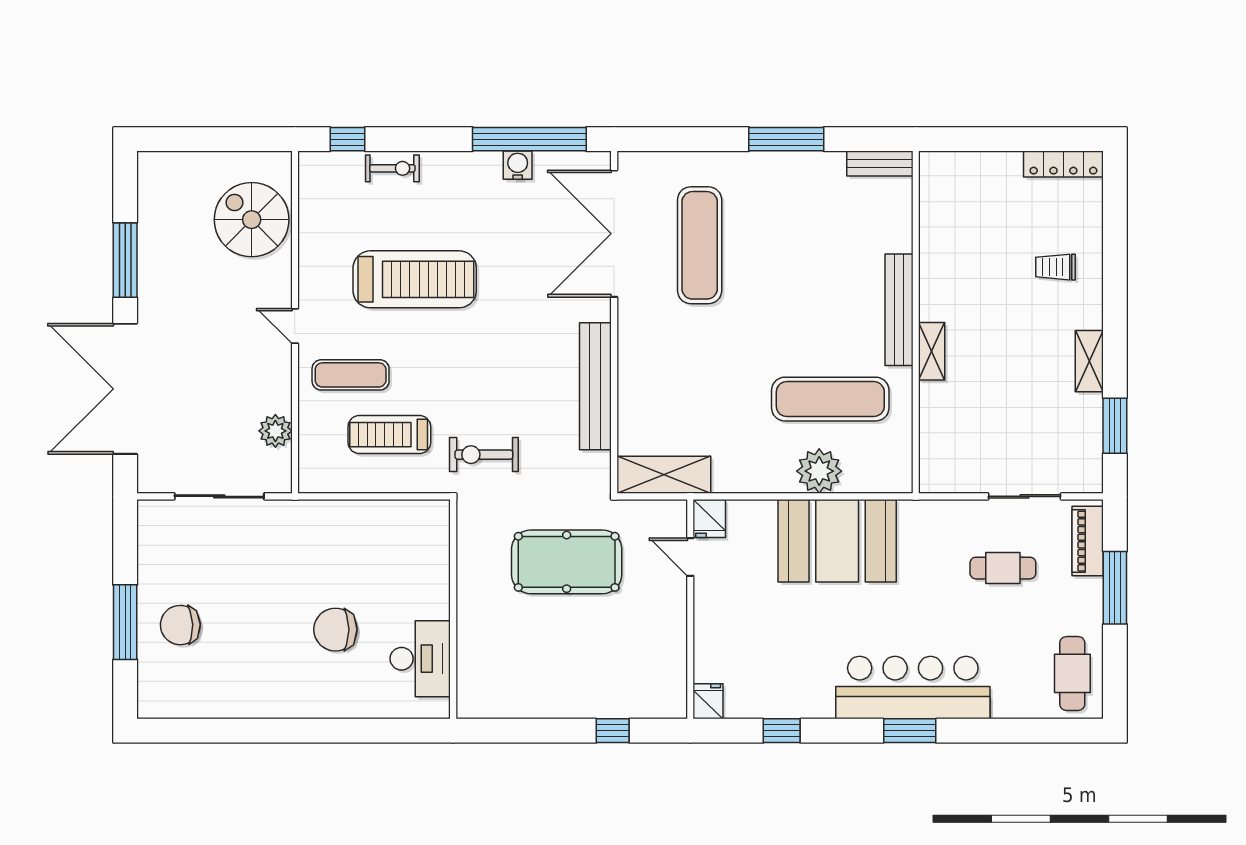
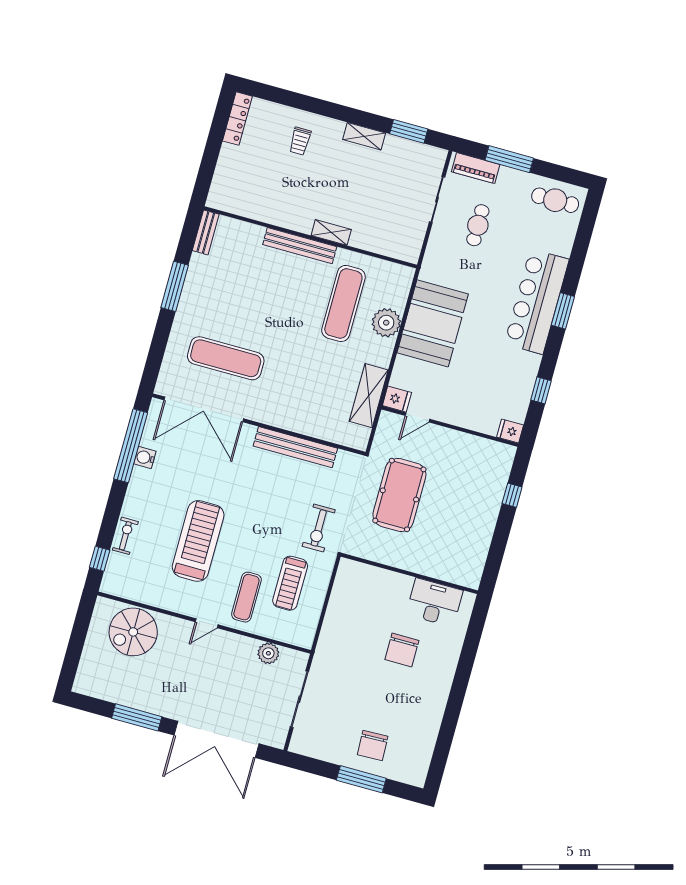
shelving: (664, 475) -> (369, 396), moved

